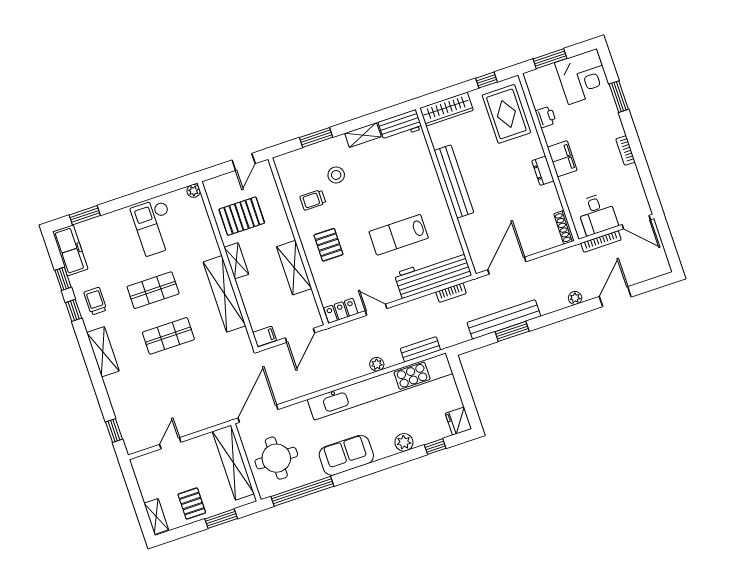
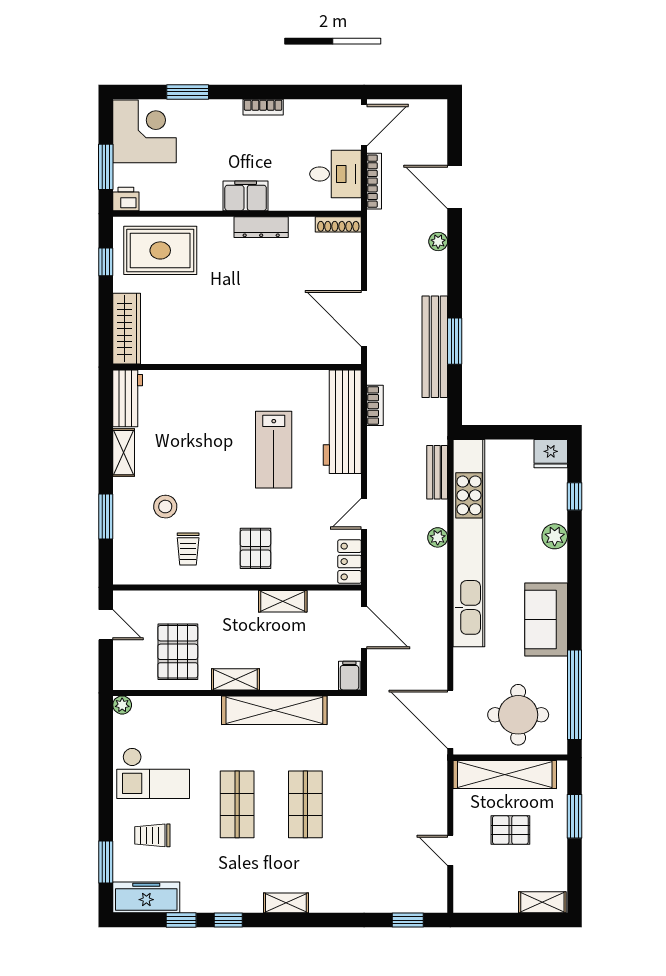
printer: (546, 117) -> (126, 199), moved
dresser: (543, 171) -> (261, 227), width x1.44
bench: (454, 181) -> (227, 352), removed
pallet: (328, 245) -> (255, 548), turned 90
shelving: (294, 268) -> (283, 601), width x0.67, depth x0.75
trolley: (95, 301) -> (152, 835), moved
shelving: (103, 352) -> (286, 903), width x0.67, depth x0.75
pallet: (192, 503) -> (510, 830), moved

